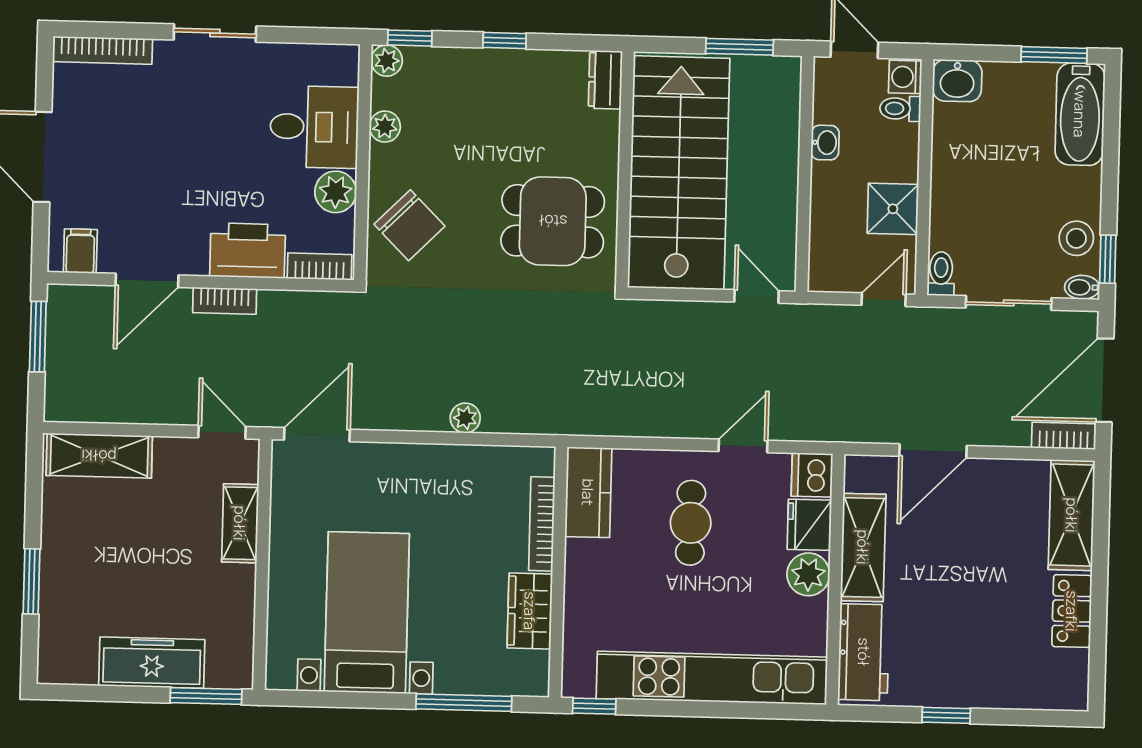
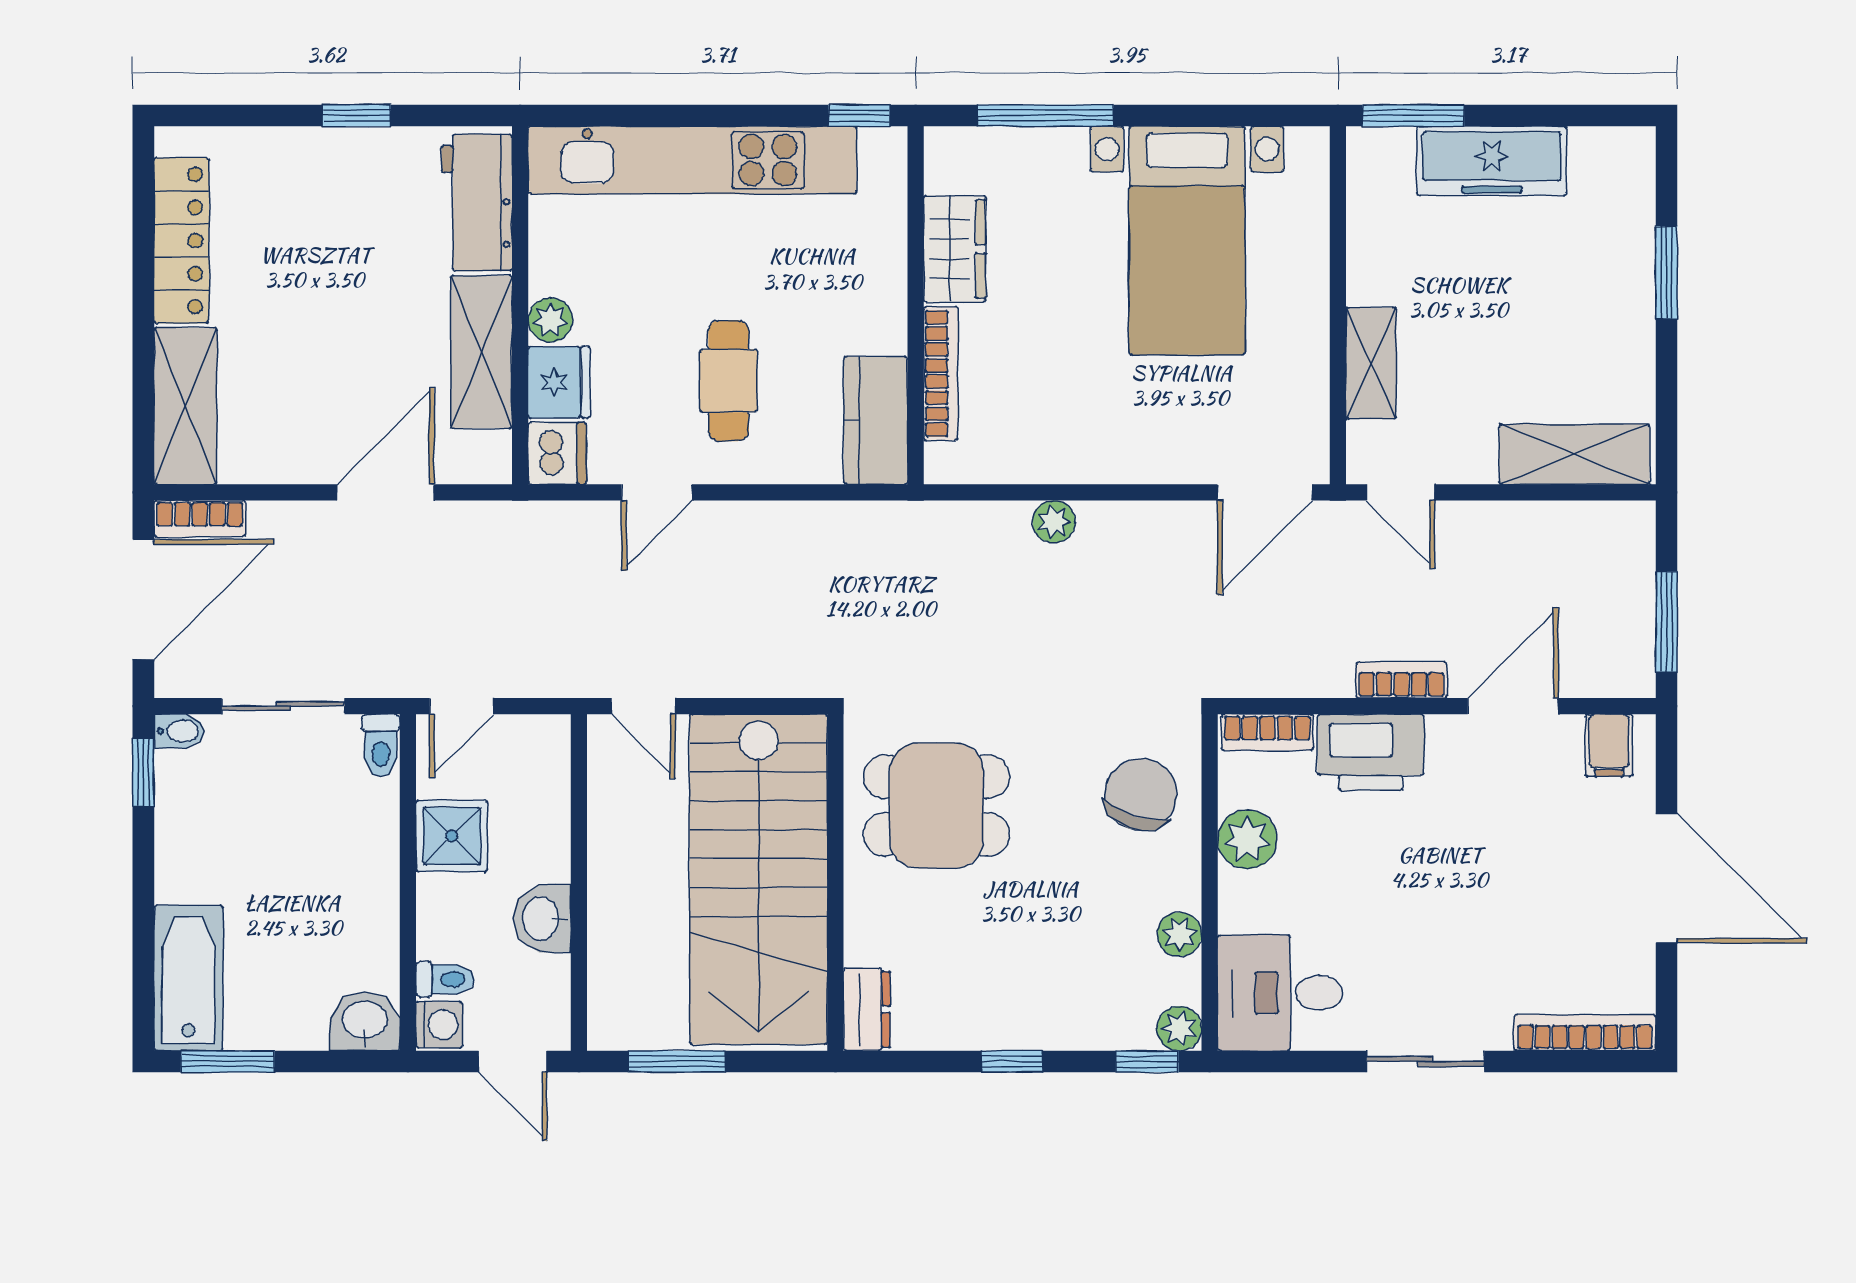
desk: (314, 127) -> (1280, 993), moved
washbasin: (825, 143) -> (542, 919), width x1.38, depth x1.45
chair: (409, 225) -> (1141, 795), turned 63
stool: (1076, 238) -> (189, 801), removed
plant: (808, 574) -> (550, 320), width x0.73, depth x0.73
locker: (1072, 611) -> (181, 241), width x1.53

